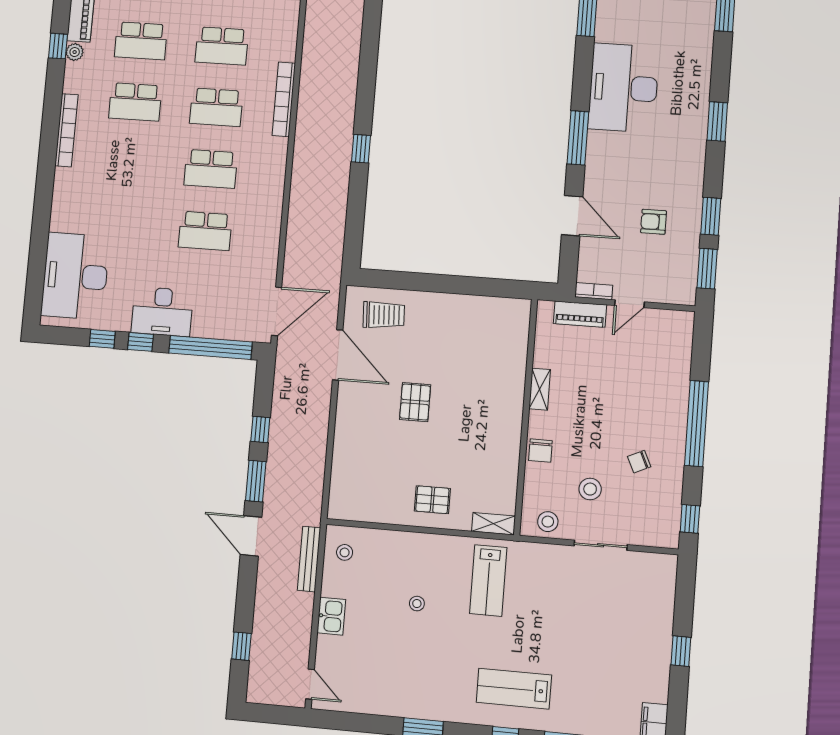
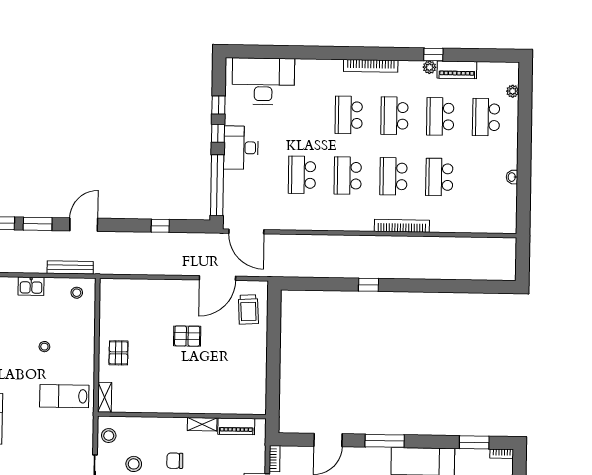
school desk: (129, 163) -> (349, 115), added
piano: (580, 314) -> (236, 426), moved, turned -90
chair: (540, 451) -> (175, 461), moved
window: (256, 481) -> (38, 224), moved

